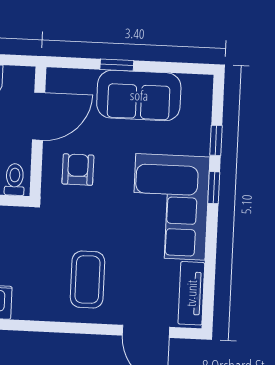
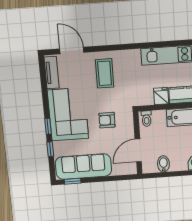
window: (117, 65) -> (73, 181), moved
sofa: (139, 95) -> (83, 167), width x1.36
armchair: (78, 170) -> (107, 120), moved, turned 90

